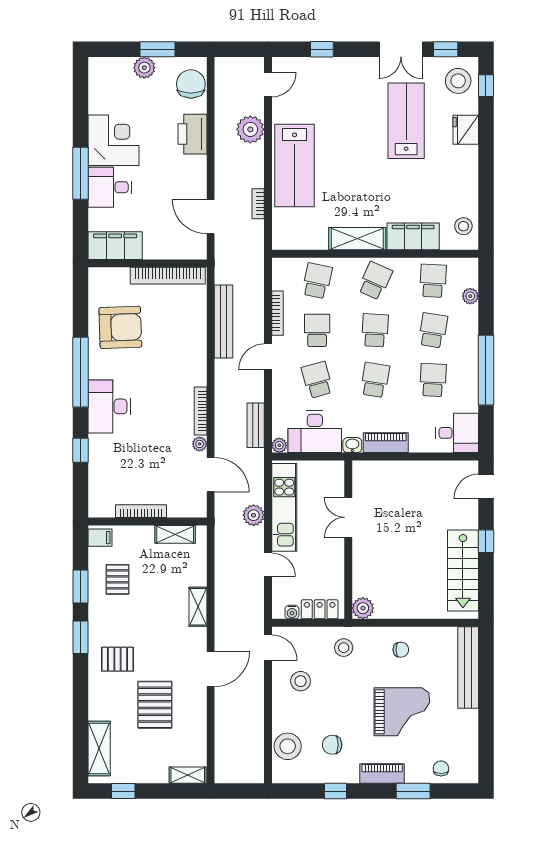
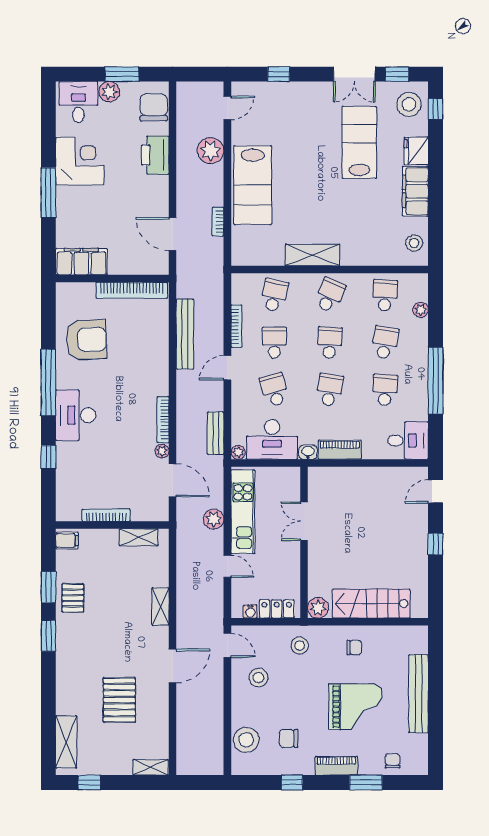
desk: (110, 187) -> (78, 102), moved, turned 90
filing cabinet: (413, 236) -> (415, 191), moved, turned -90
stairs: (463, 570) -> (371, 604), moved, turned 90
pallet: (117, 579) -> (73, 598), moved
pallet: (118, 659) -> (84, 657), removed
bench: (468, 668) -> (418, 694), moved

